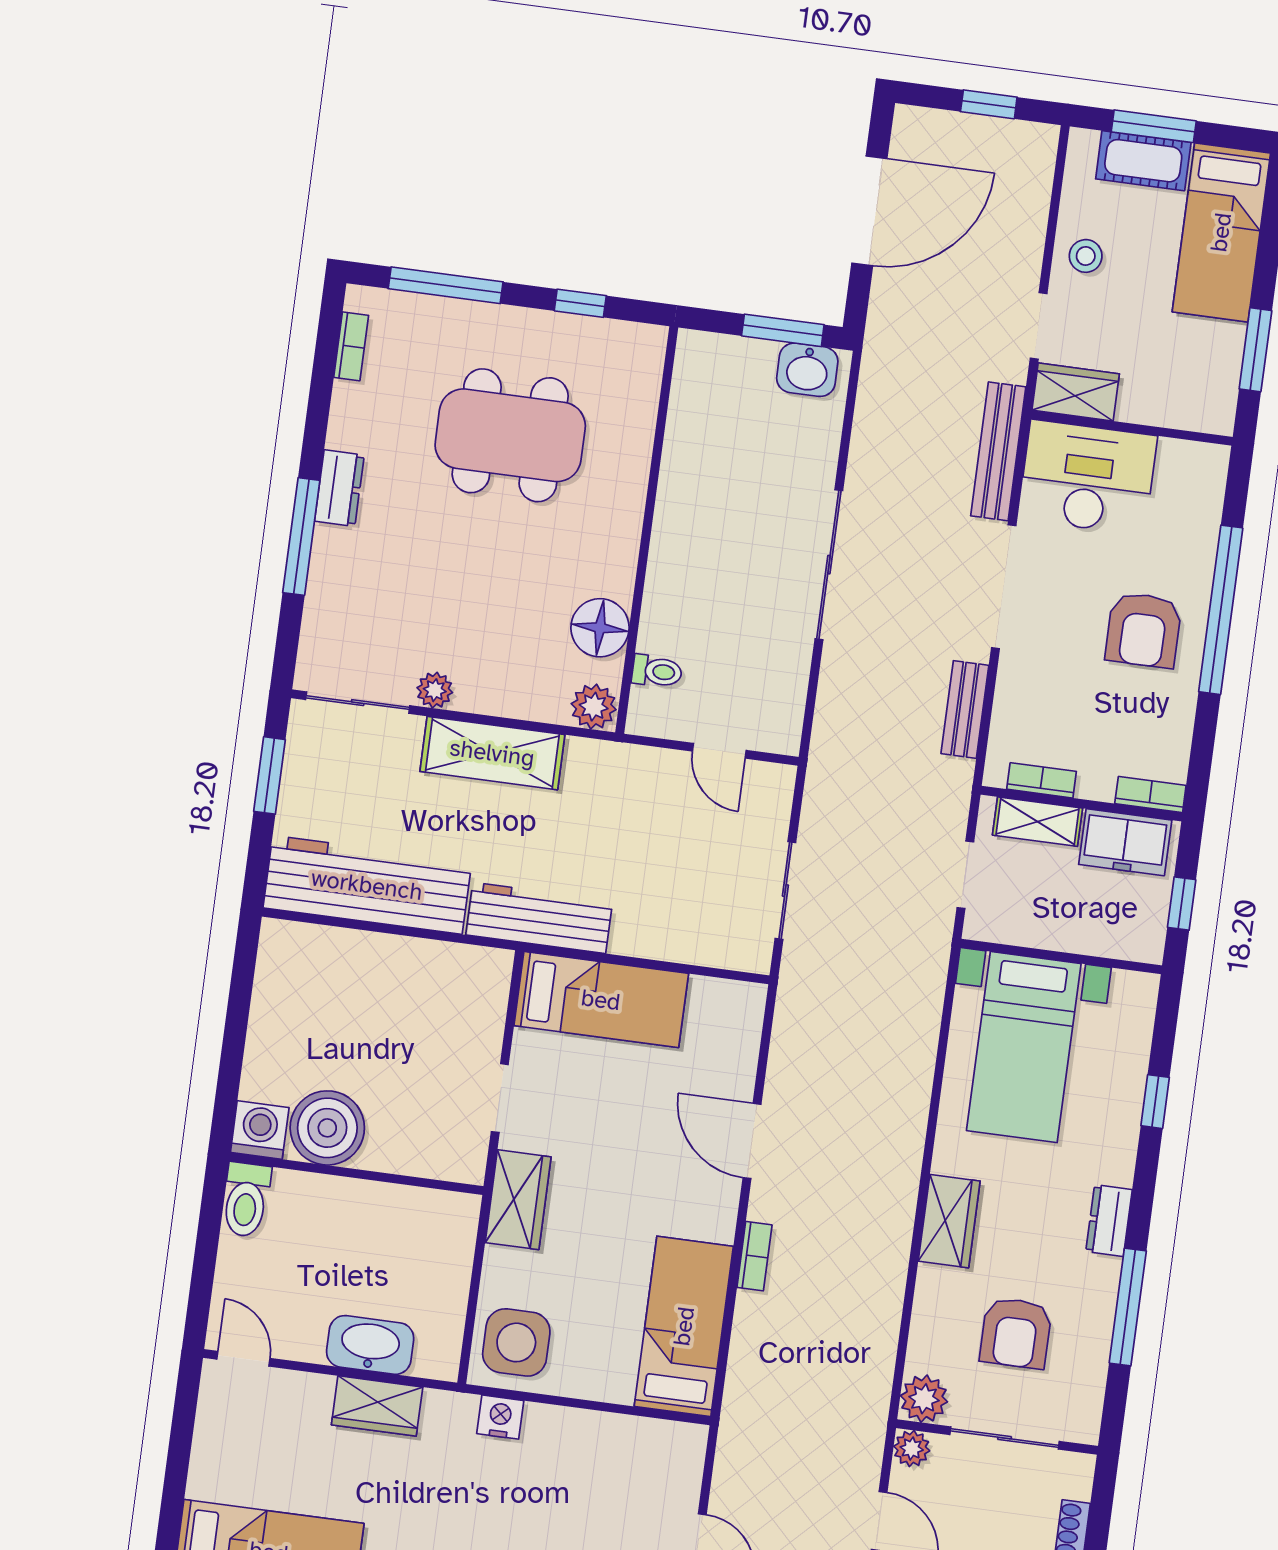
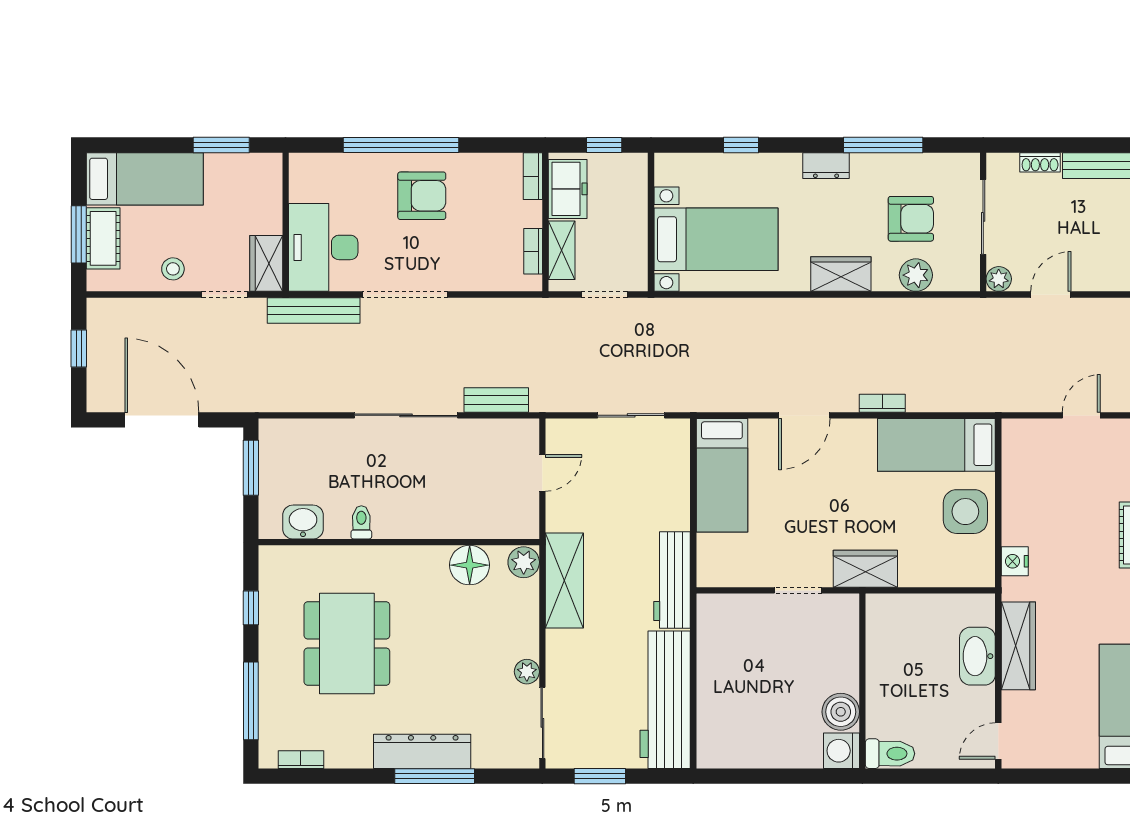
washbasin: (807, 370) -> (303, 522), moved, turned -90
dresser: (339, 488) -> (422, 751), width x1.96, depth x1.24
toilet: (657, 671) -> (361, 522), moved
bench: (965, 709) -> (496, 400), moved
shelving: (492, 753) -> (564, 580), moved
bed: (601, 1000) -> (722, 475), moved, turned 180
boiler: (327, 1128) -> (841, 712), width x0.73, depth x0.73
side table: (516, 1342) -> (965, 512), moved
plant: (924, 1399) -> (916, 275), moved
wardrobe: (377, 1406) -> (1018, 646), width x1.50

